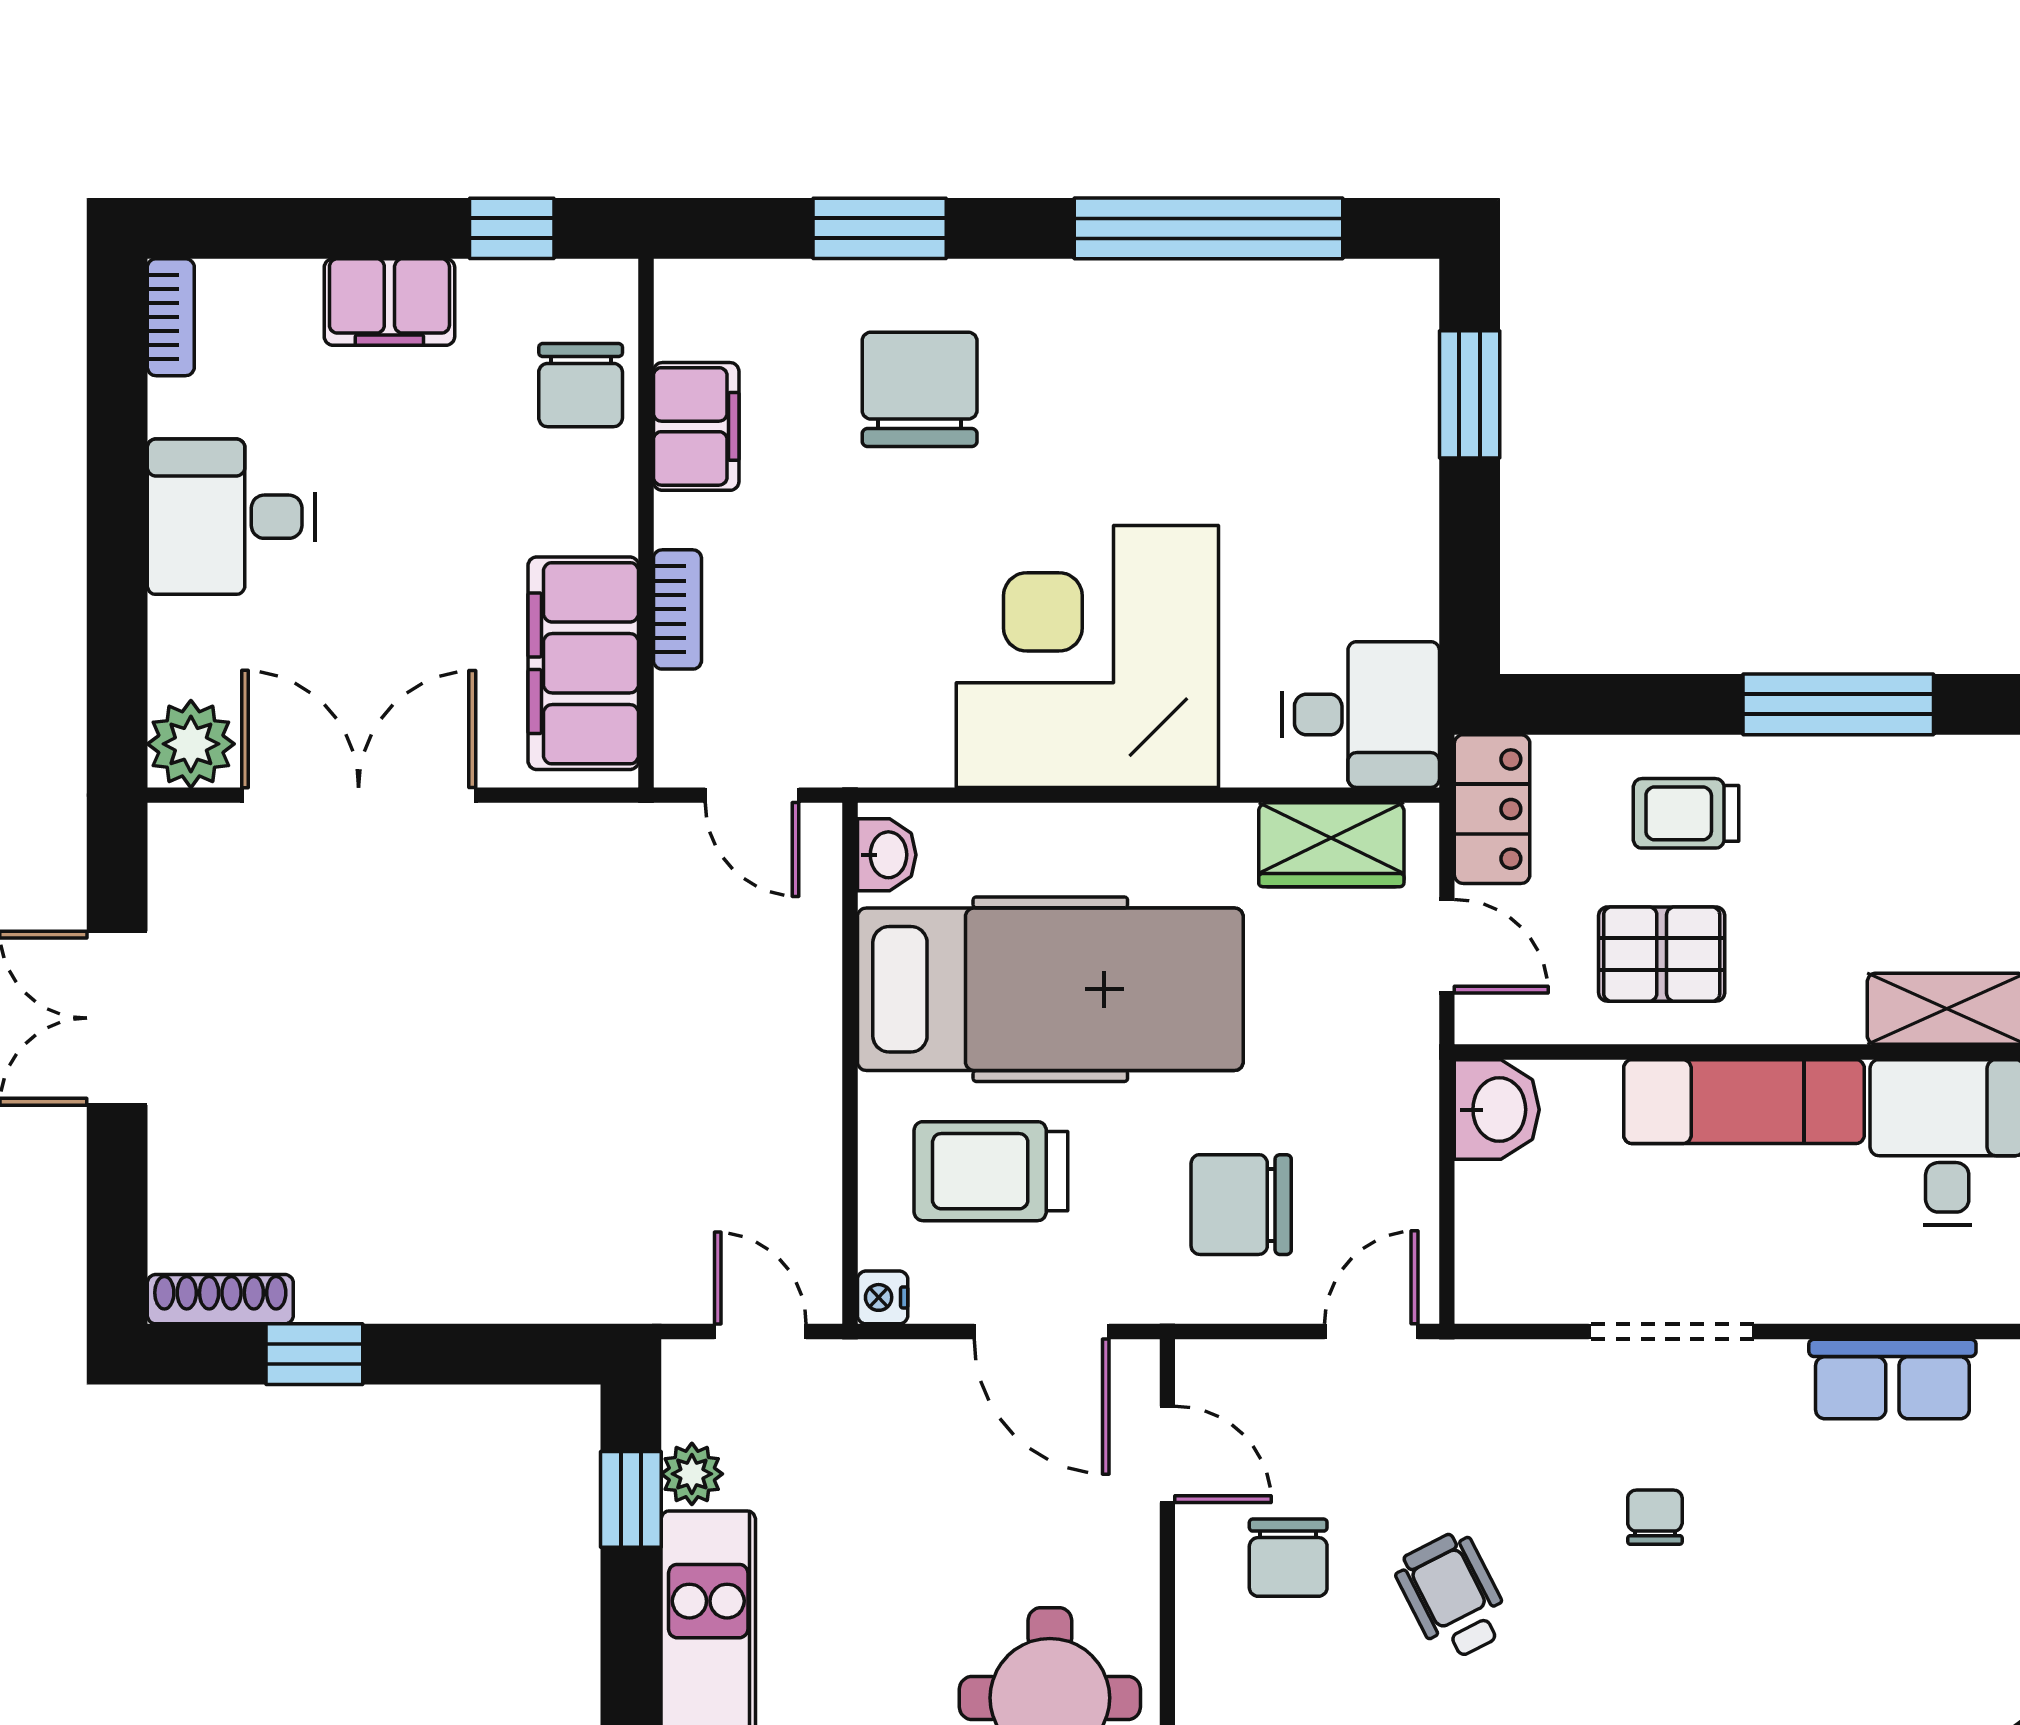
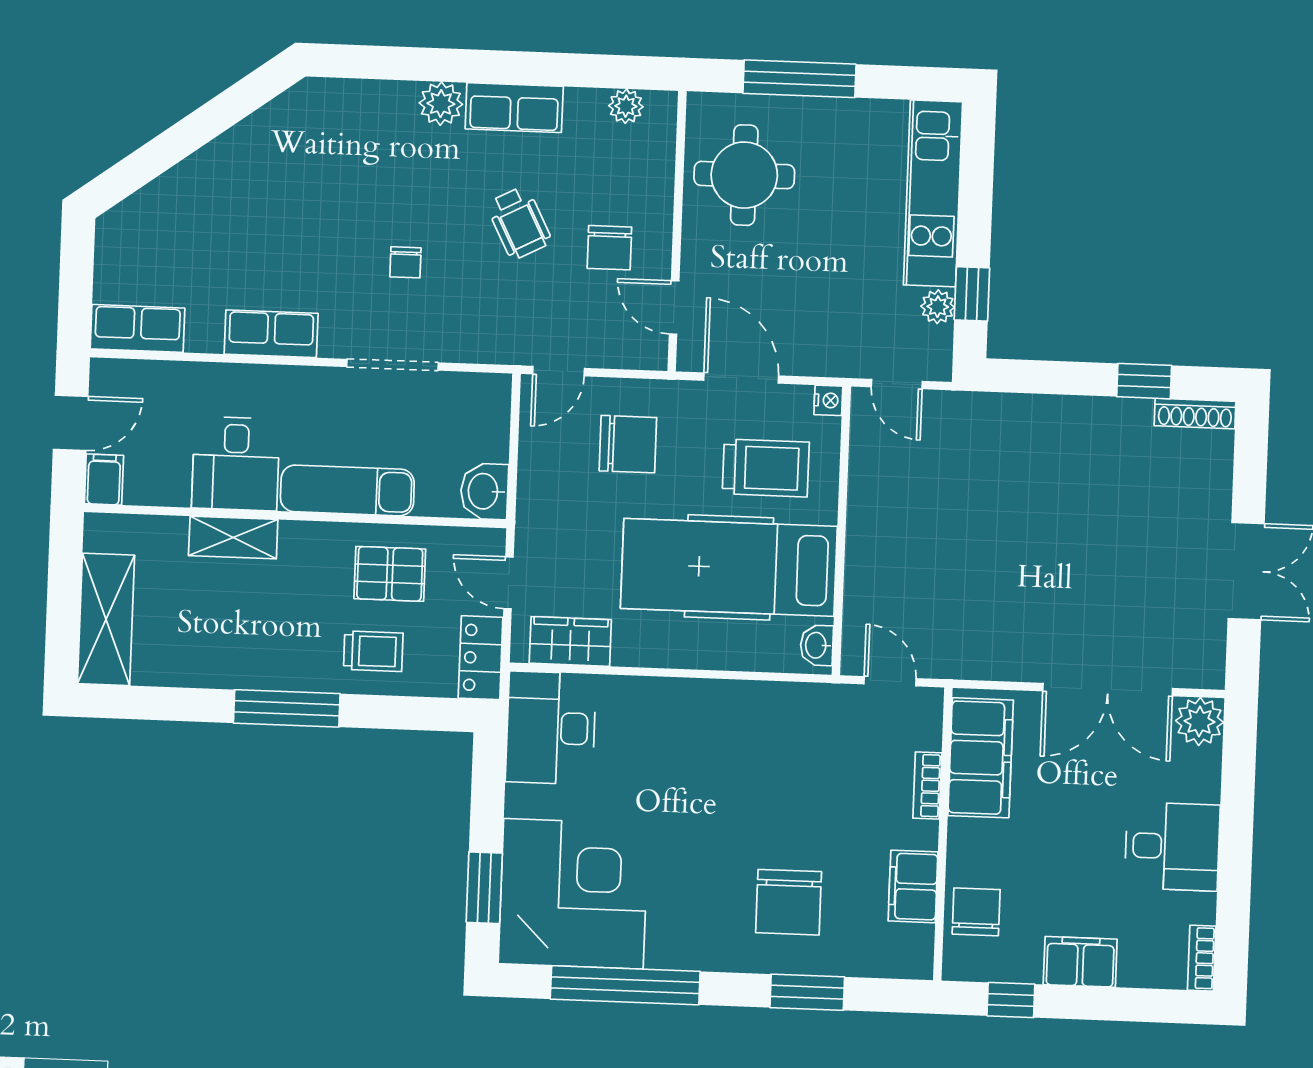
corner desk: (1087, 656) -> (573, 894), moved, turned -90
desk: (1361, 715) -> (551, 728), width x1.37
chair: (1288, 1558) -> (609, 248), turned 180

